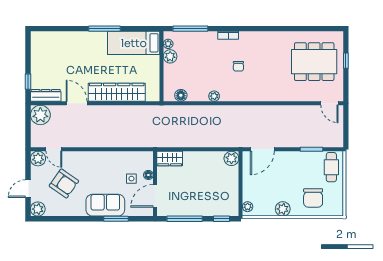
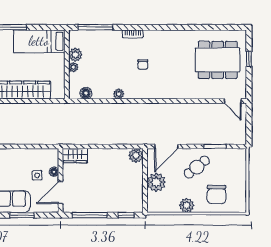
plant: (168, 44) -> (73, 67), moved
cafe table: (331, 167) -> (197, 167), moved, turned 51
plant: (248, 207) -> (156, 182), moved, width x1.87, depth x1.87

